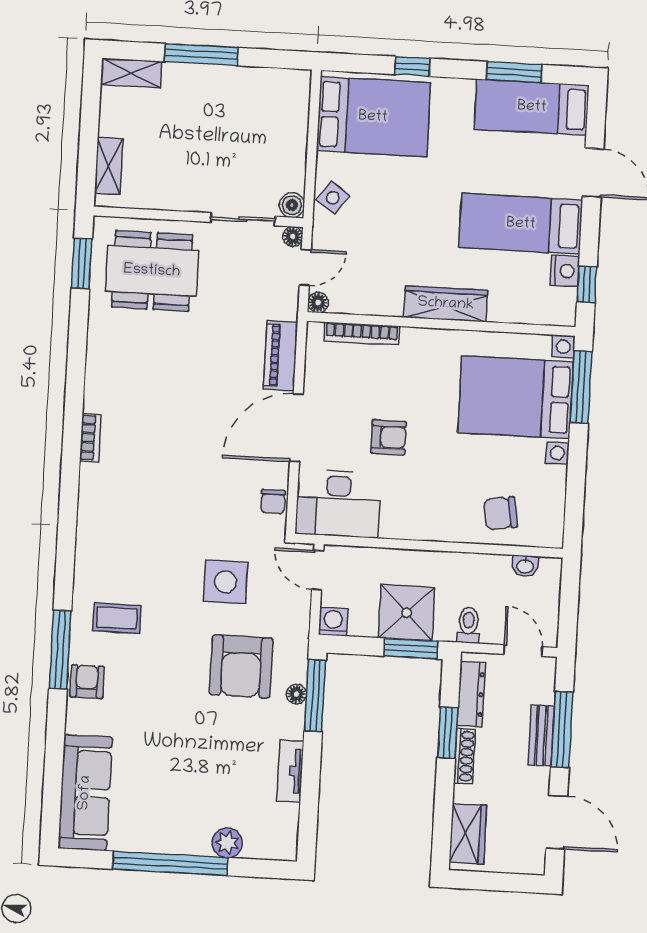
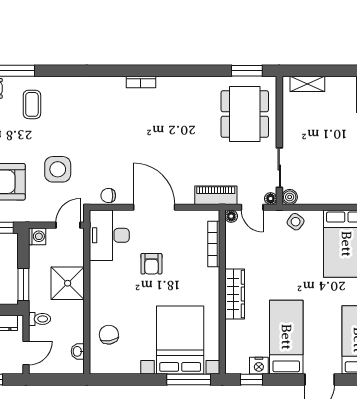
piano: (281, 356) -> (216, 195), moved
shower: (407, 613) -> (68, 283), moved

